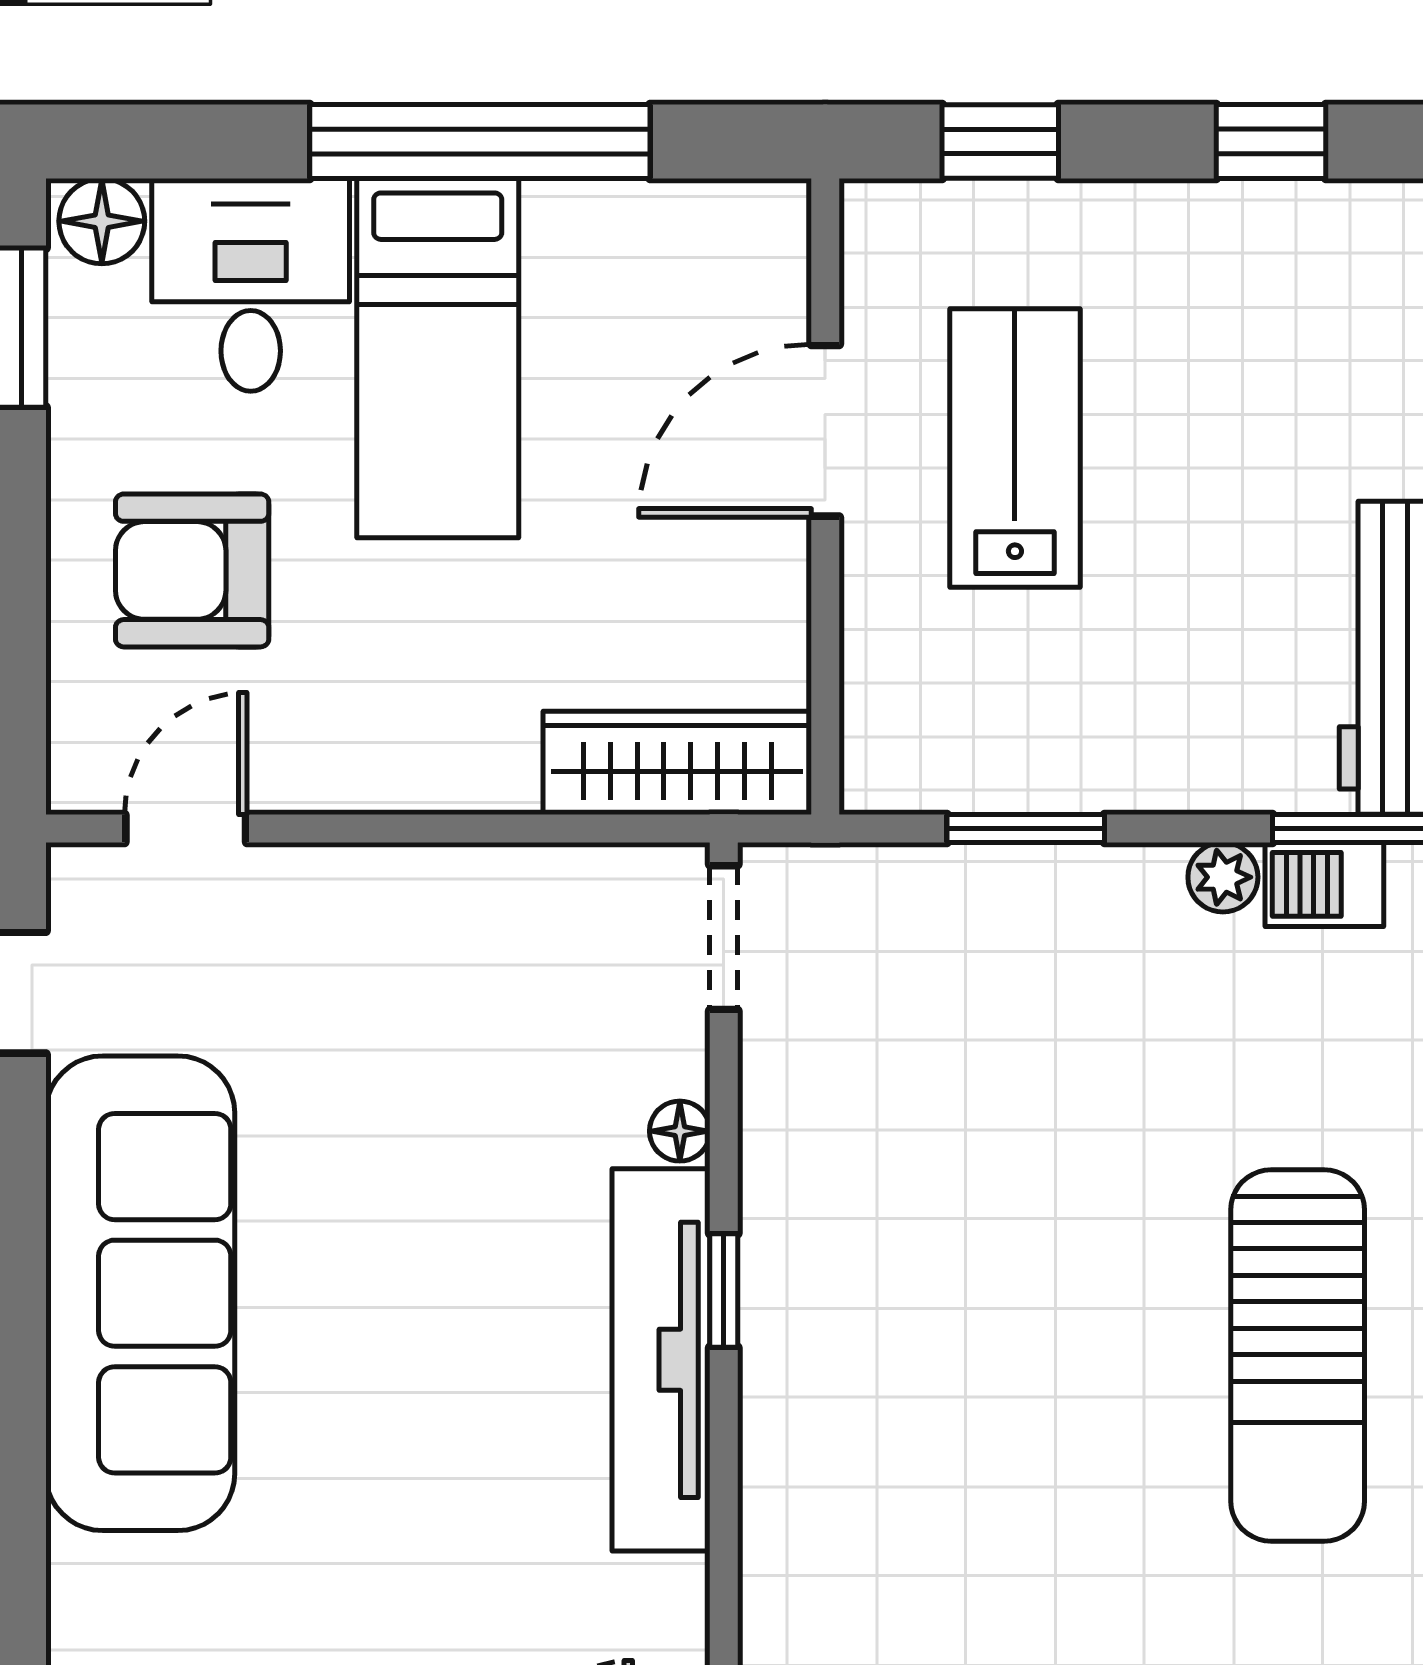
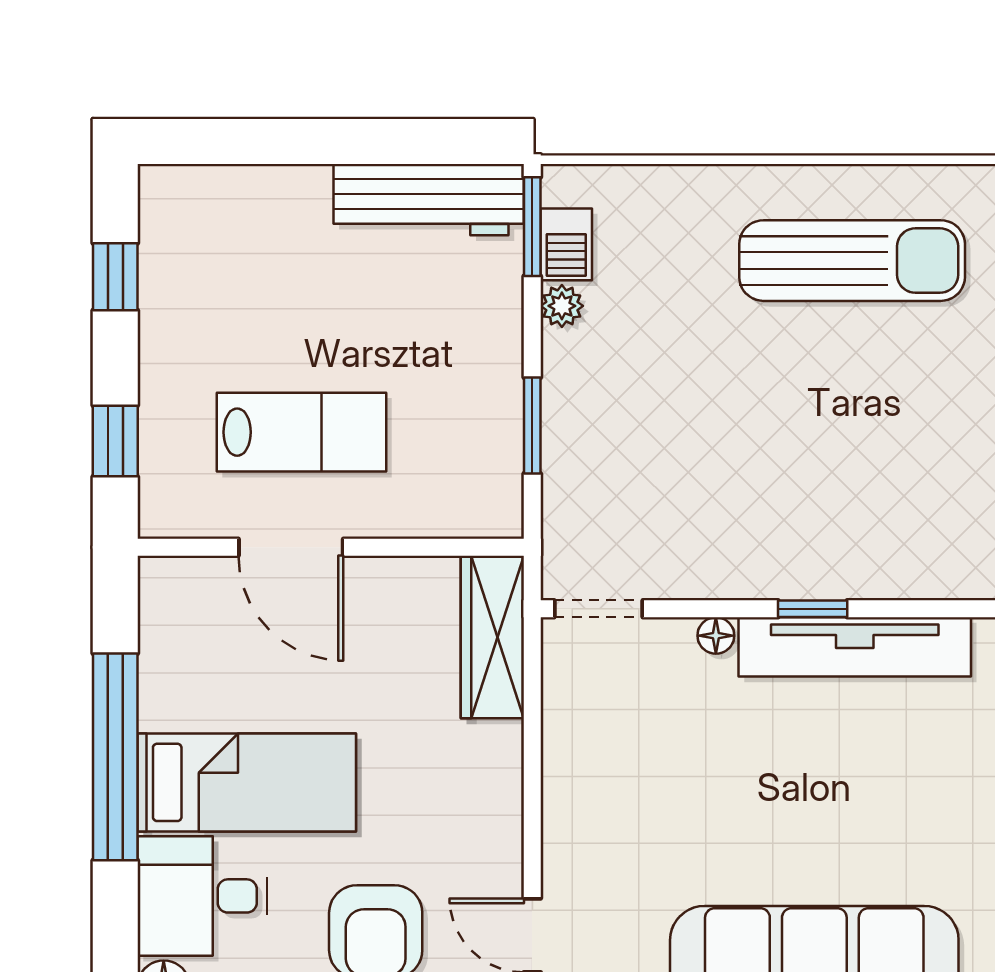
lab bench: (1015, 448) -> (301, 432), turned 180

